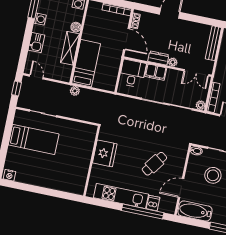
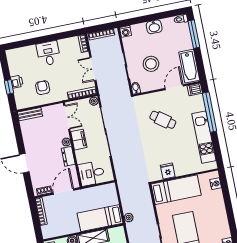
bench: (213, 43) -> (30, 114), width x0.73
filing cabinet: (156, 72) -> (79, 140), moved
bed: (82, 148) -> (176, 190), added
fridge: (105, 153) -> (168, 171), width x0.53, depth x0.75
nightstand: (72, 188) -> (216, 184), added
door: (181, 188) -> (174, 87), swing flipped
dishwasher: (153, 203) -> (195, 89), moved

